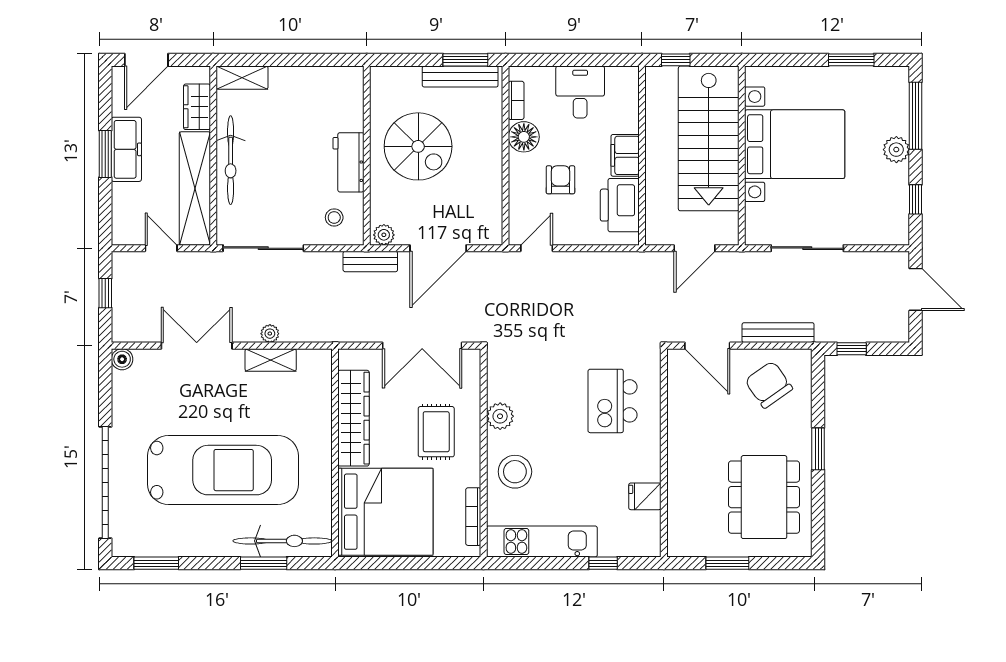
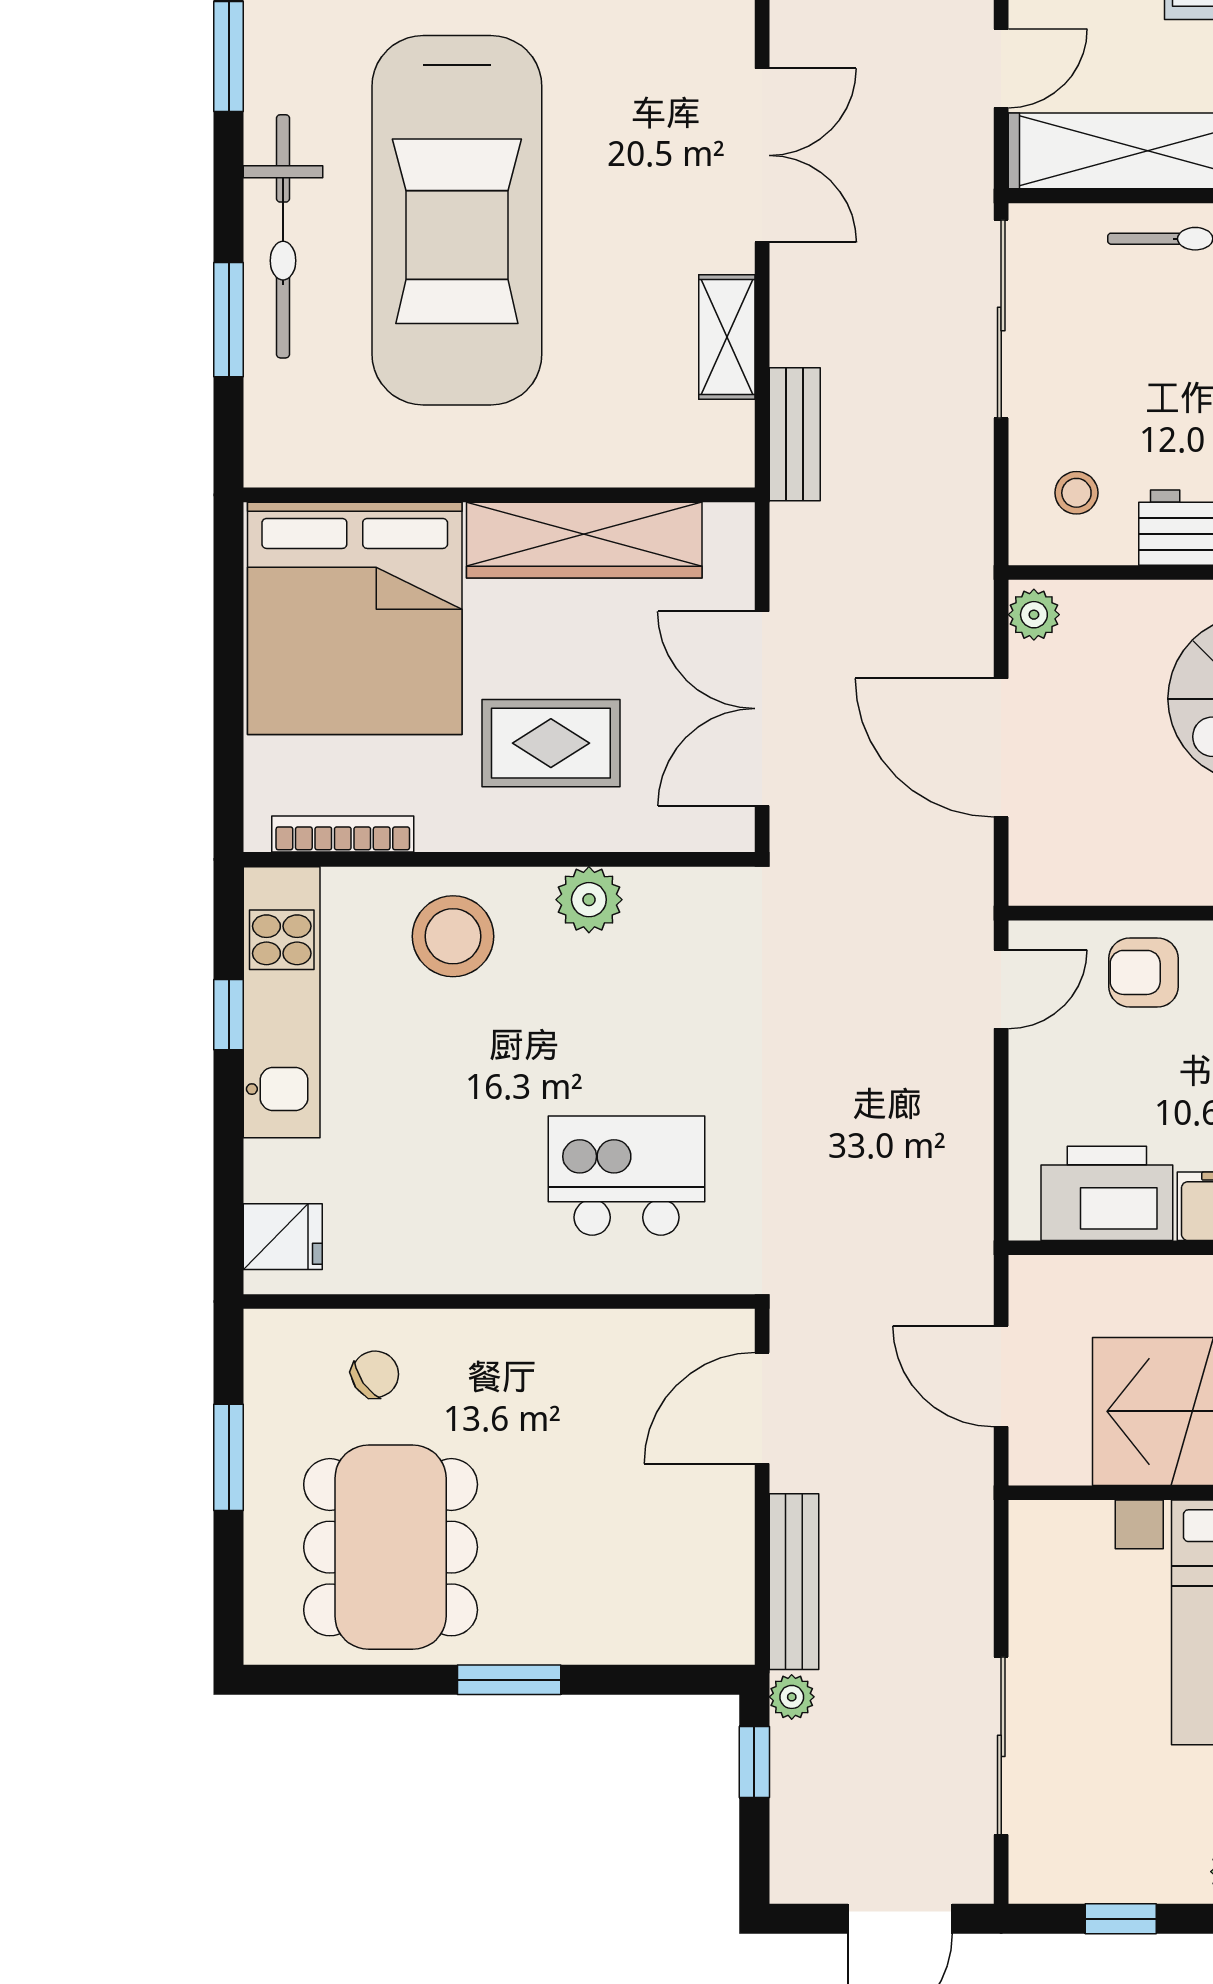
armchair: (560, 180) -> (1144, 972), moved, turned 180
door: (537, 248) -> (1001, 989), hinge flipped
sliding door: (807, 248) -> (1001, 1746), moved
bench: (370, 261) -> (795, 434), moved
plant: (270, 334) -> (792, 1697), moved
chair: (769, 385) -> (375, 1374), moved, width x0.54, depth x0.54
fridge: (645, 496) -> (283, 1237), moved, turned 90
dining table: (764, 497) -> (391, 1547), turned 90
bicycle: (282, 541) -> (283, 236), moved
window: (603, 563) -> (229, 1015), moved

